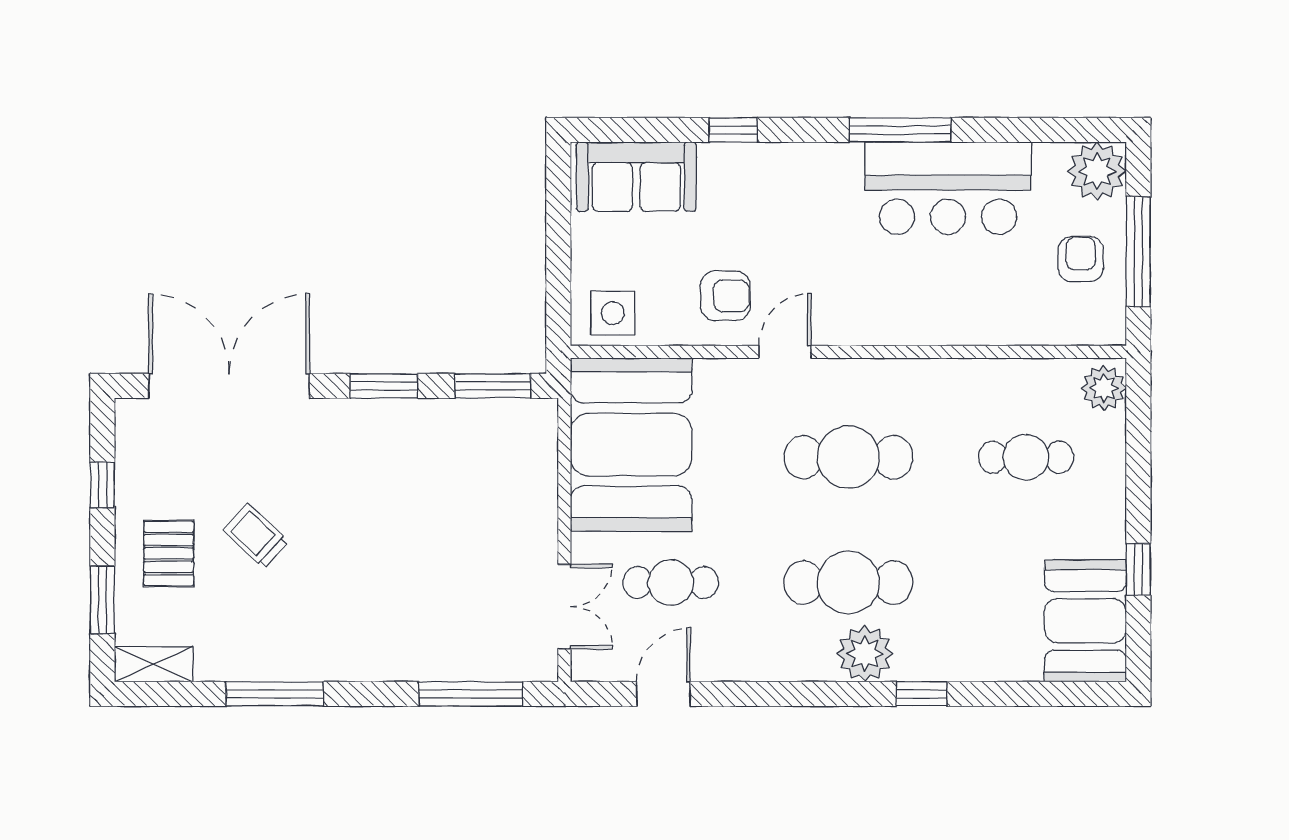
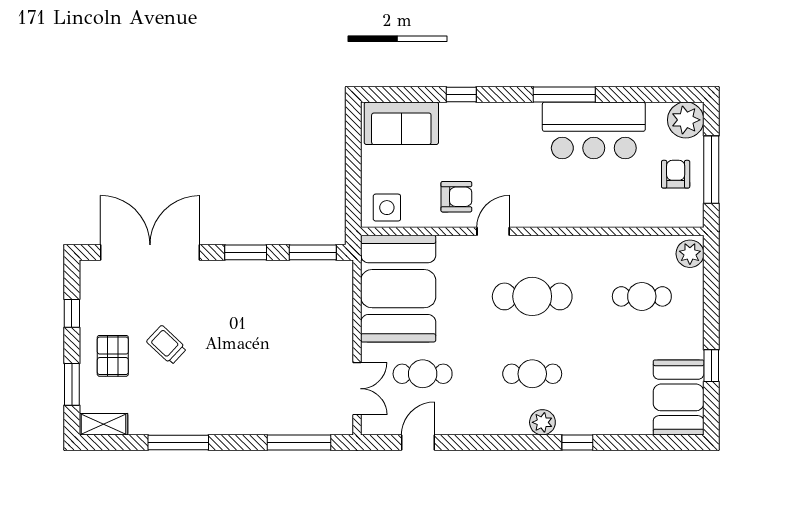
cafe table: (848, 582) -> (532, 374), width x0.73, depth x0.74
plant: (865, 654) -> (542, 422), width x0.73, depth x0.73

